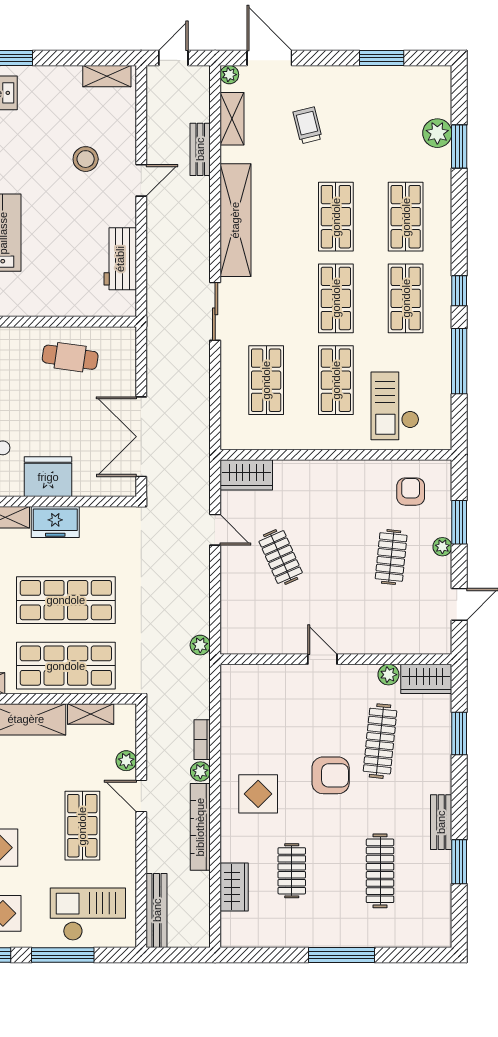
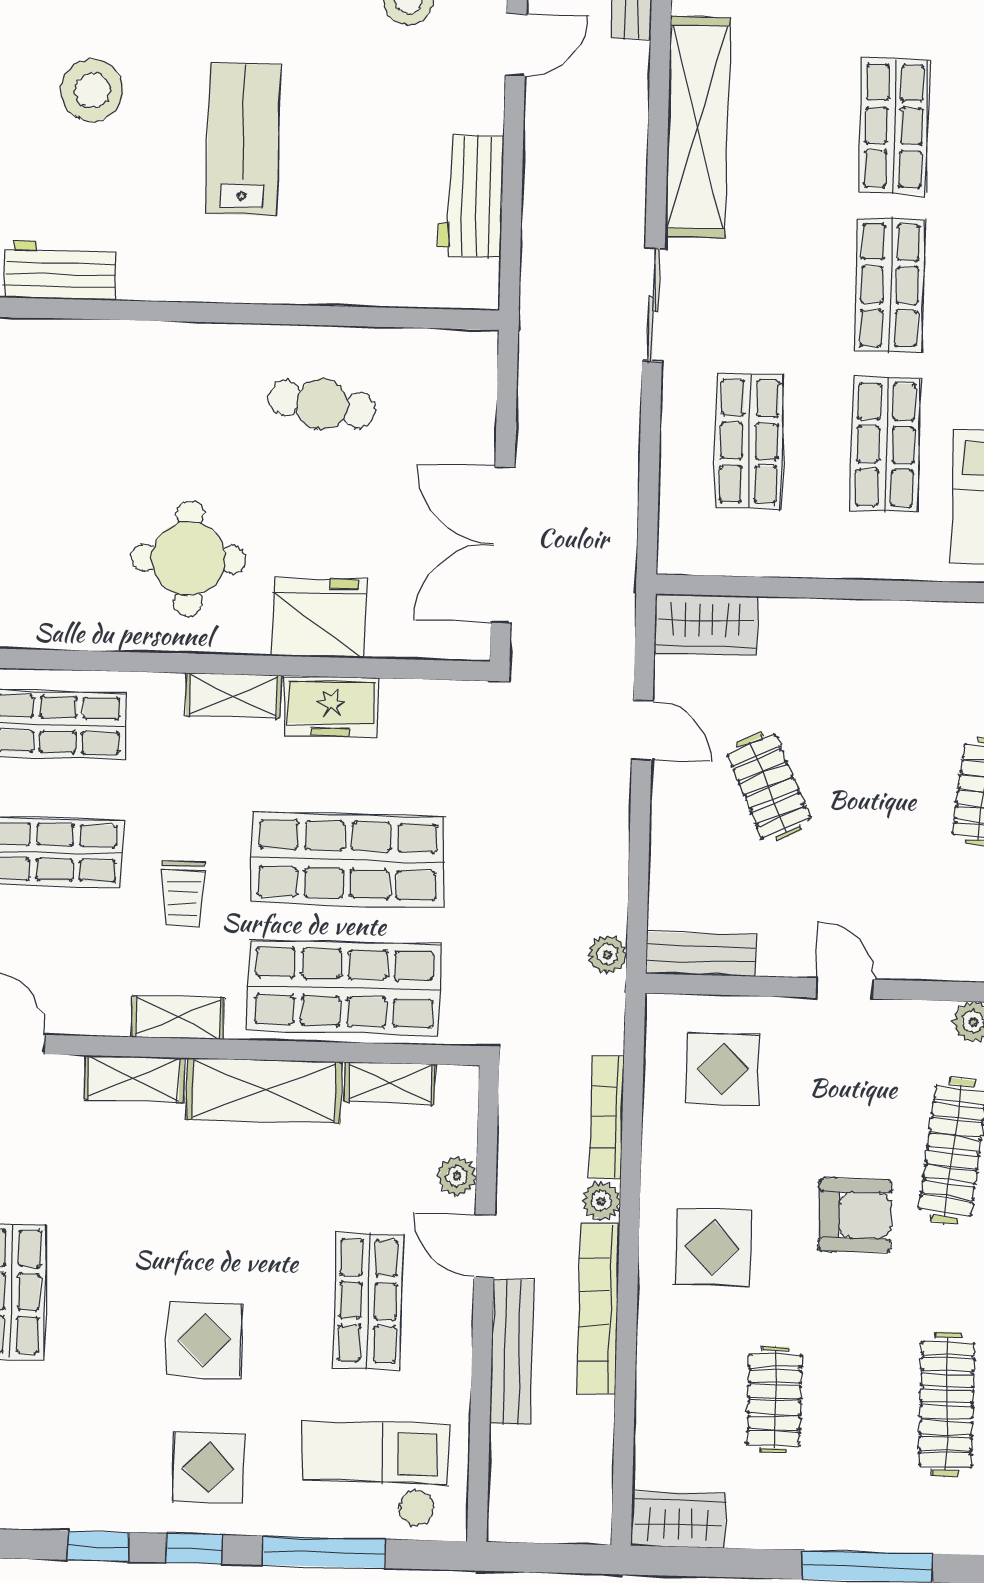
cafe table: (70, 357) -> (322, 404), moved
bench: (248, 644) -> (701, 954), added
display table: (261, 702) -> (723, 1069), added
bookcase: (202, 740) -> (607, 1117), width x1.56
wardrobe: (234, 887) -> (678, 1520), moved, turned -90
bench: (157, 910) -> (512, 1352), moved

